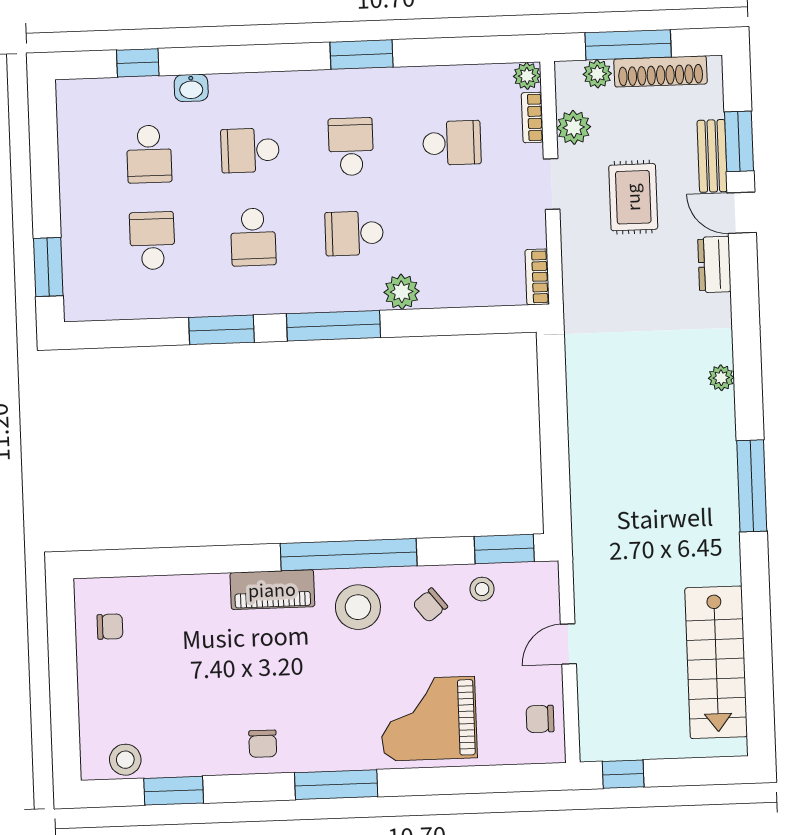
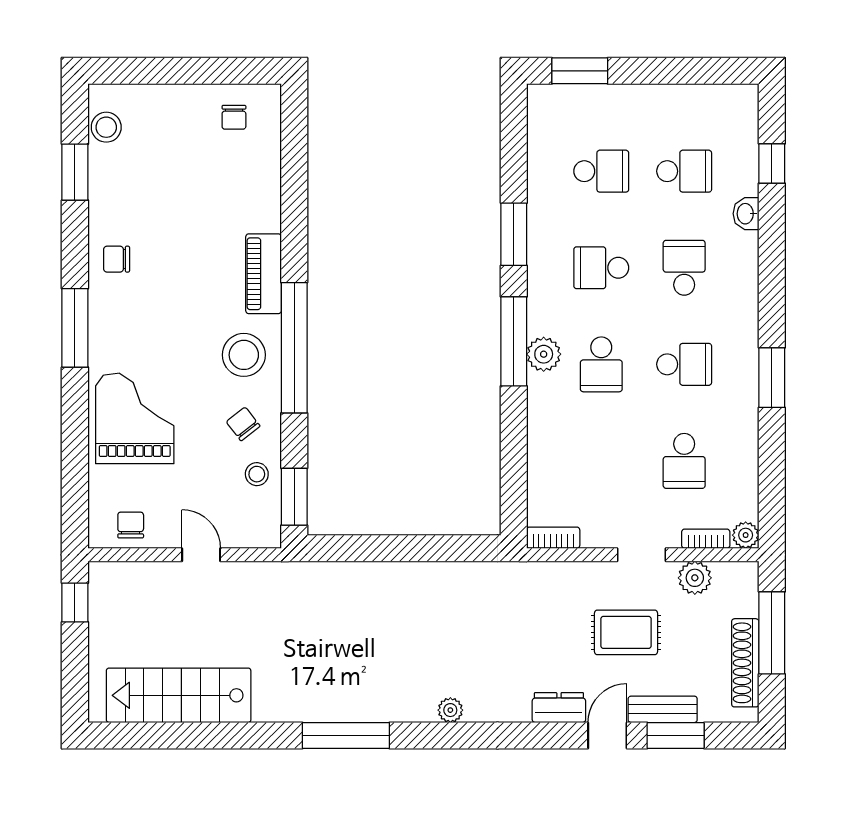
plant: (597, 74) -> (745, 602), removed
school desk: (149, 154) -> (684, 171), turned 180
school desk: (354, 233) -> (601, 364), turned 180
plant: (402, 292) -> (544, 354), moved

